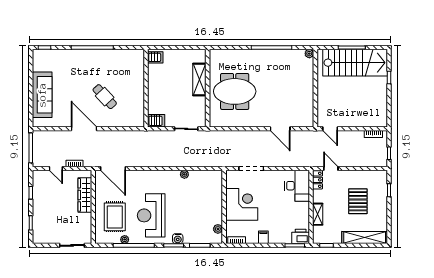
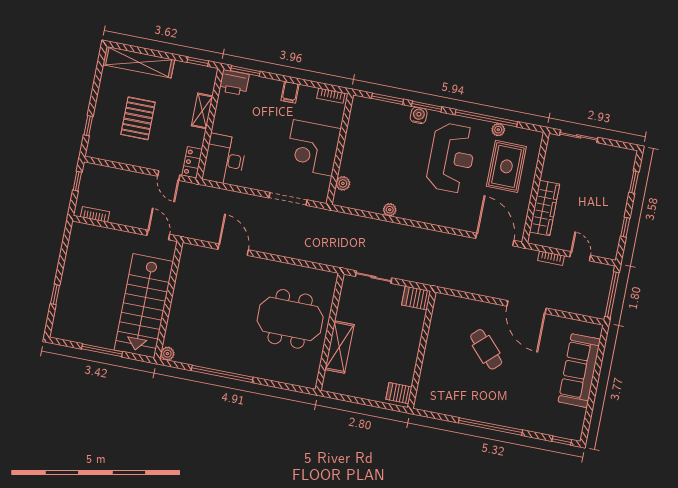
stairs: (355, 63) -> (144, 306), moved, turned -90
plant: (218, 229) -> (343, 183), moved

